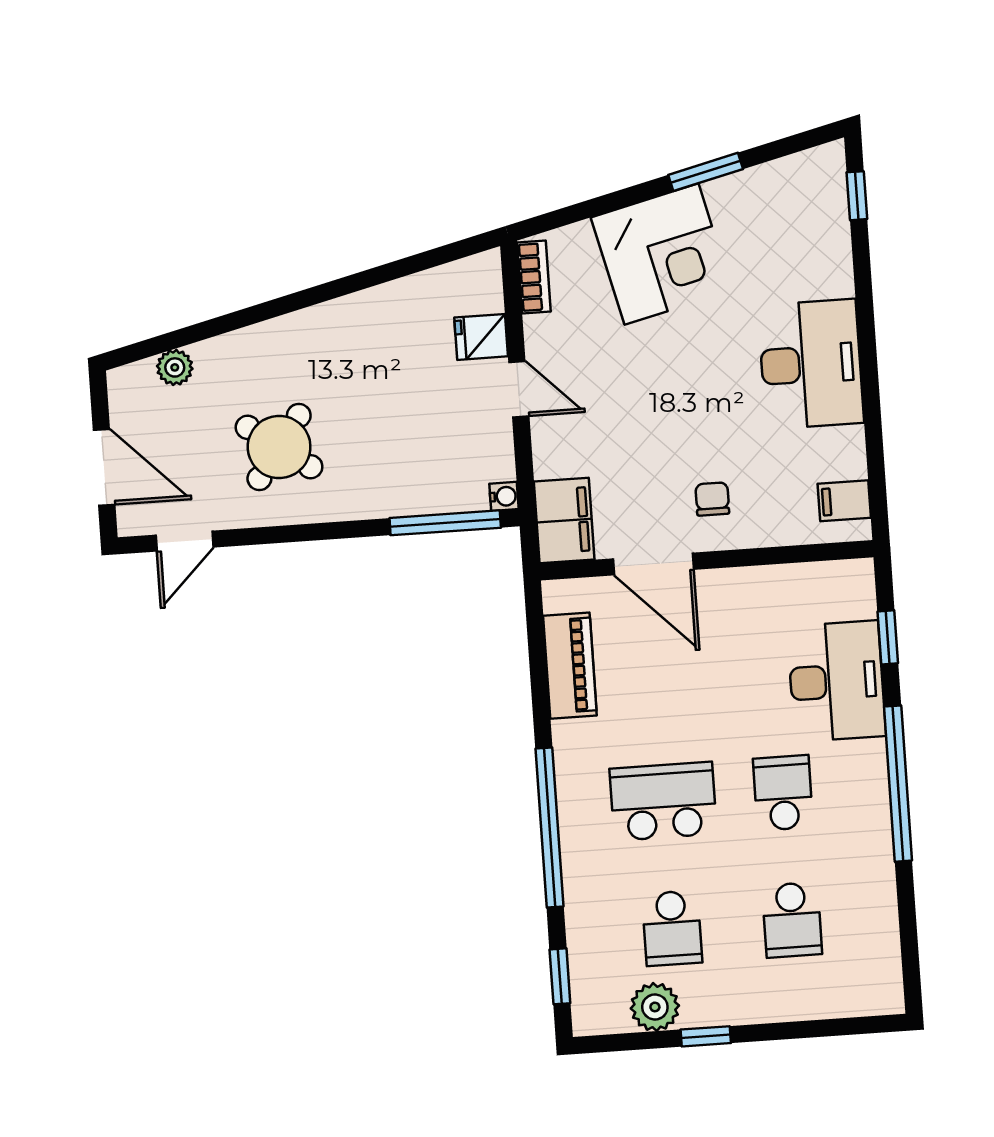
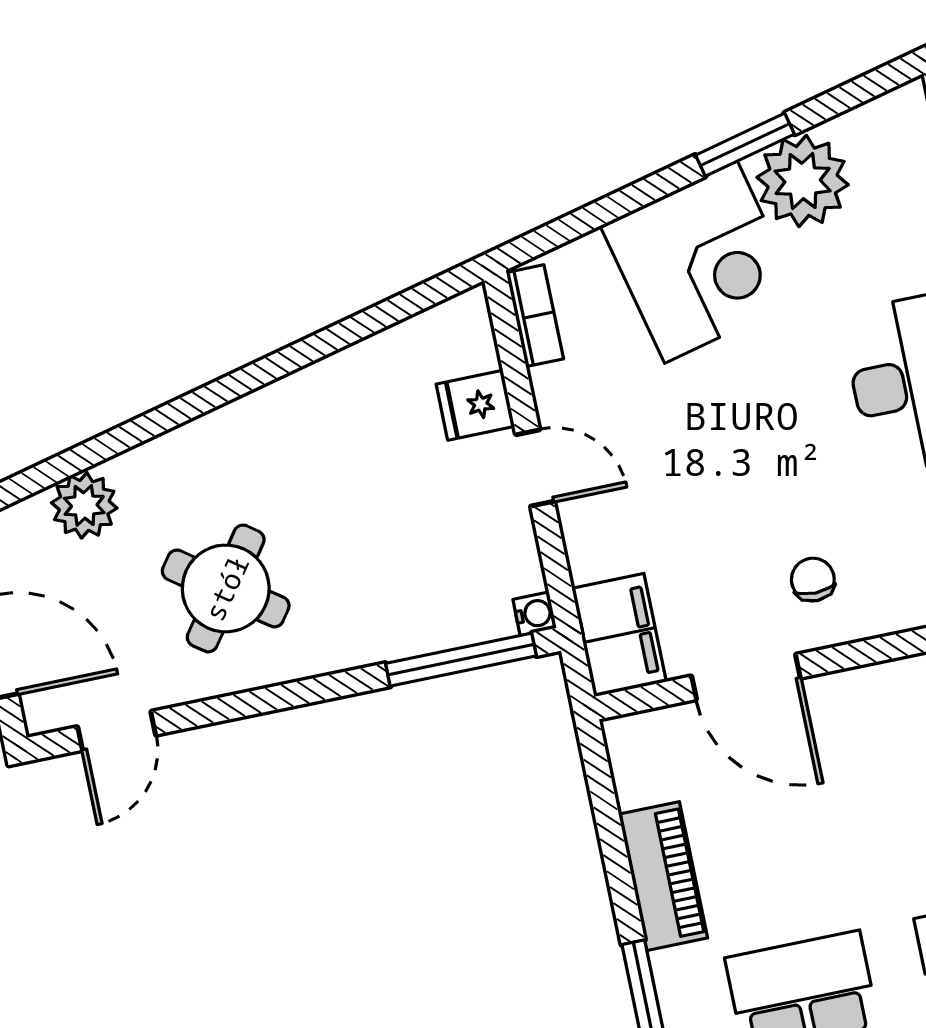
plant: (744, 204) -> (803, 181), added
plant: (175, 367) -> (84, 505), width x1.38, depth x1.38
piano: (570, 666) -> (663, 876), moved

